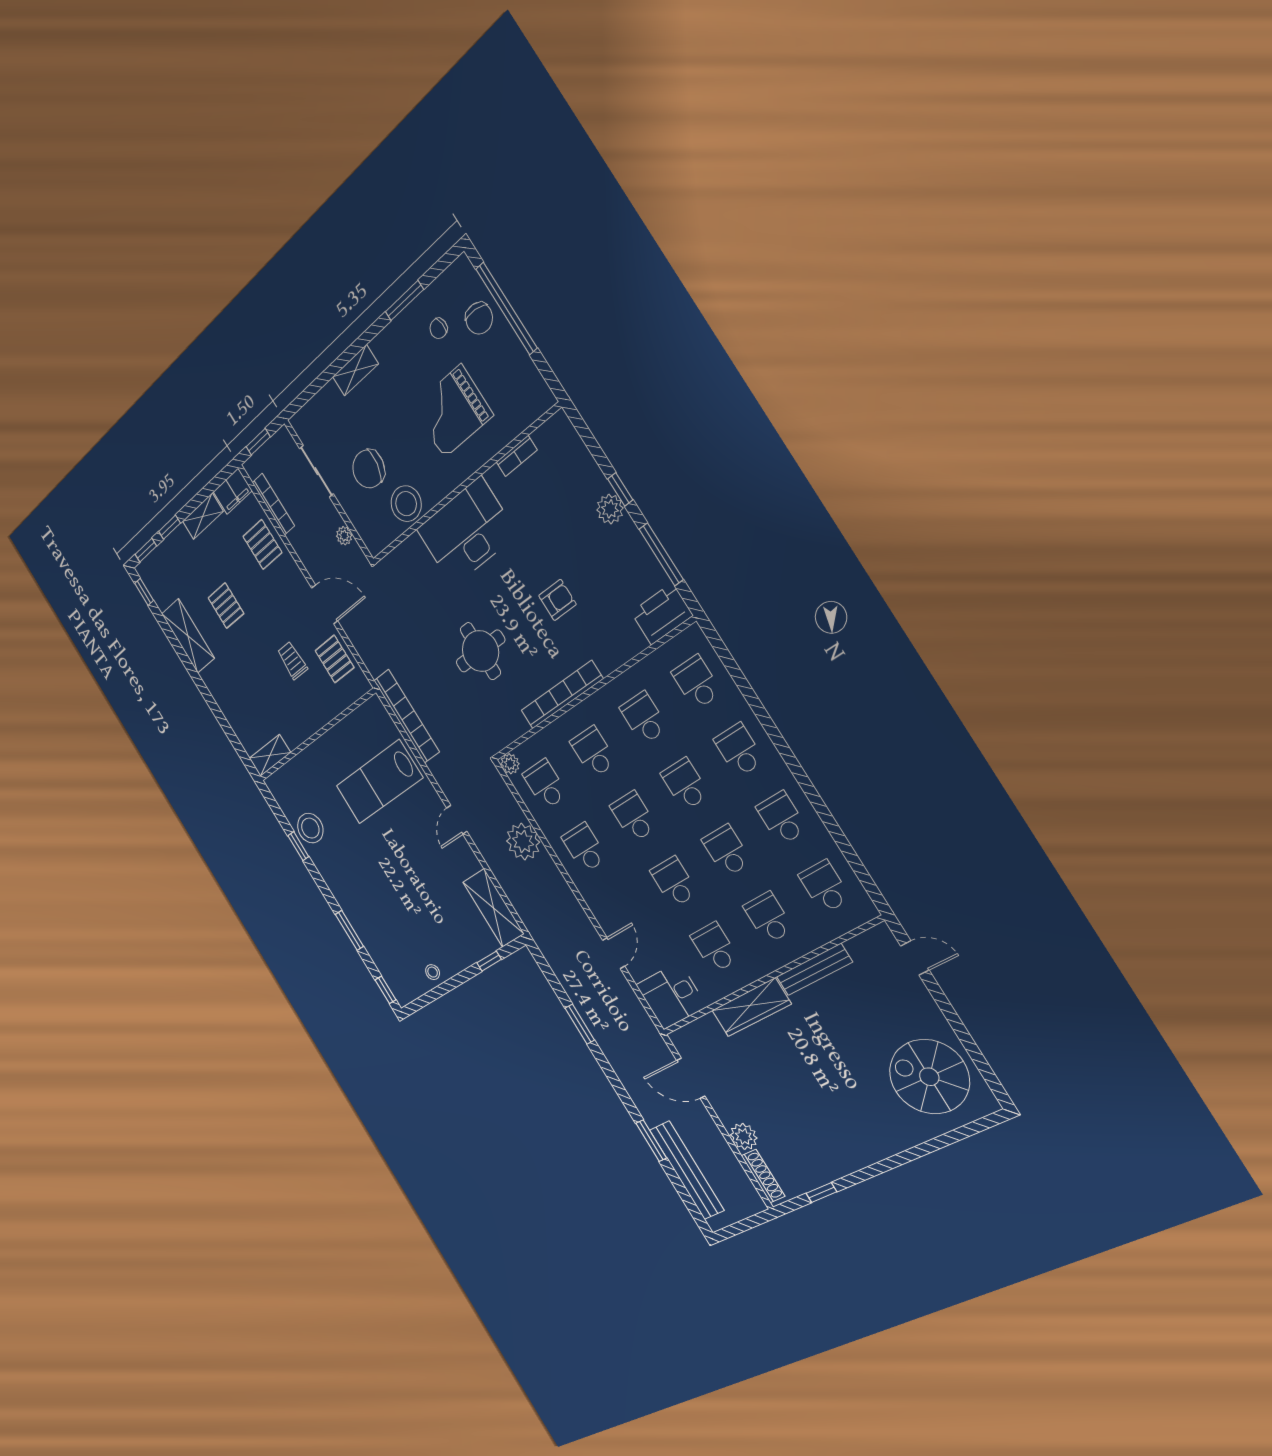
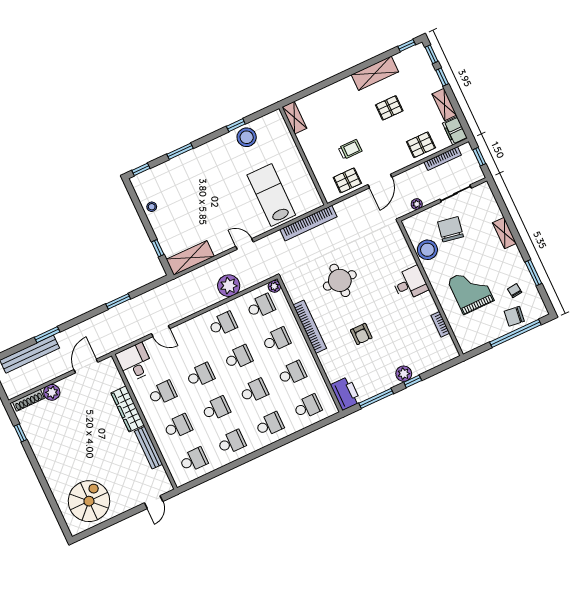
desk: (467, 532) -> (410, 283), width x0.53, depth x0.77

